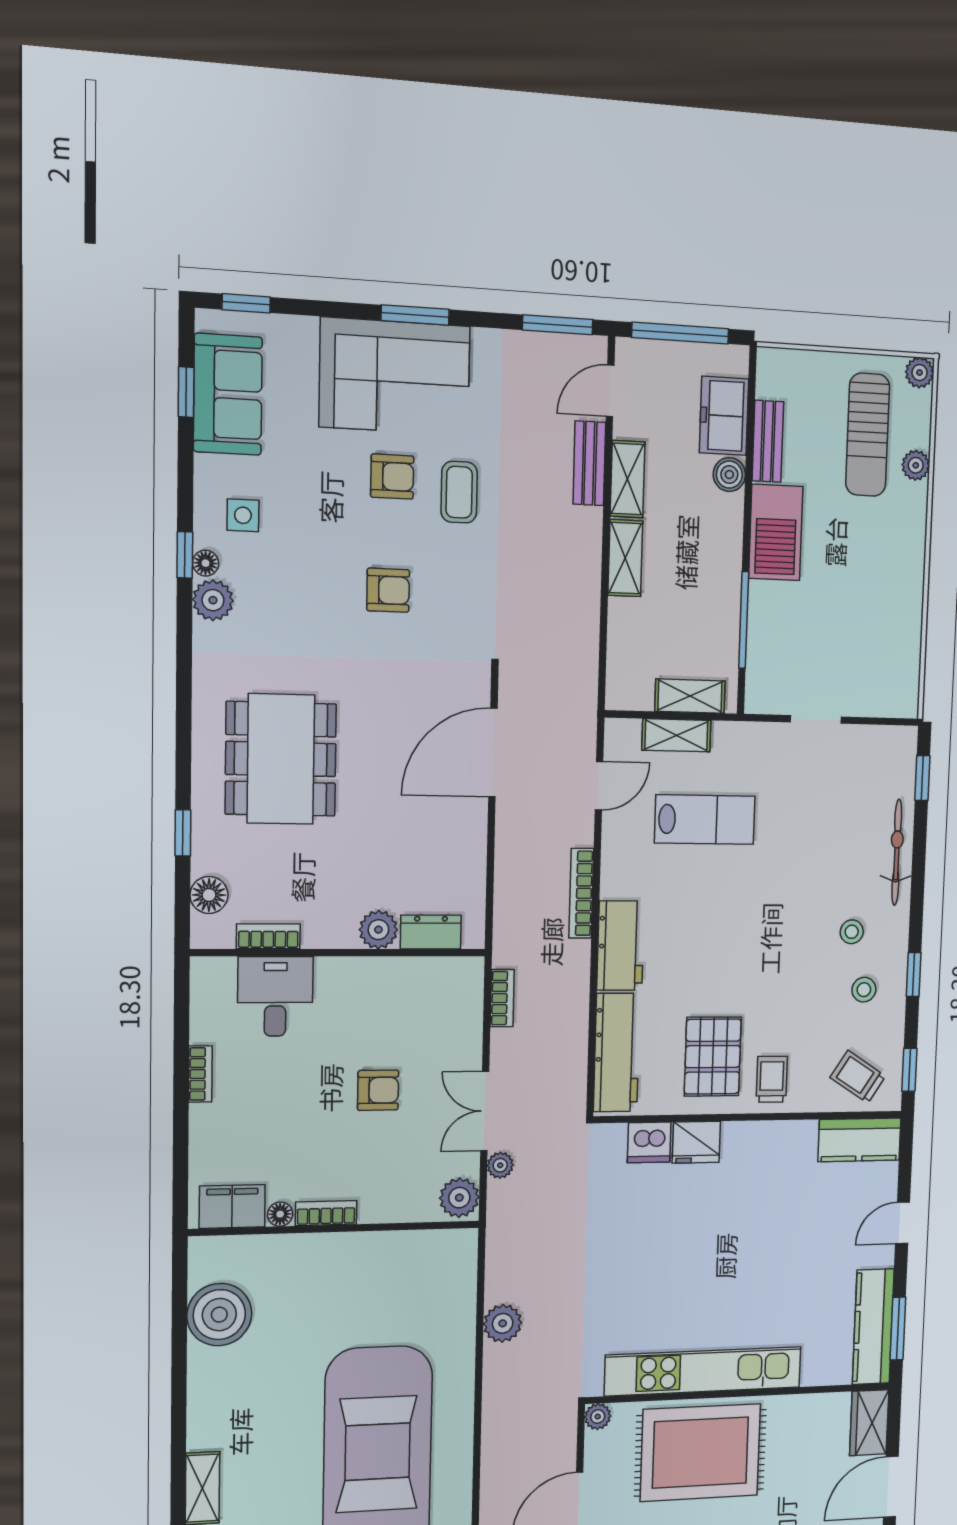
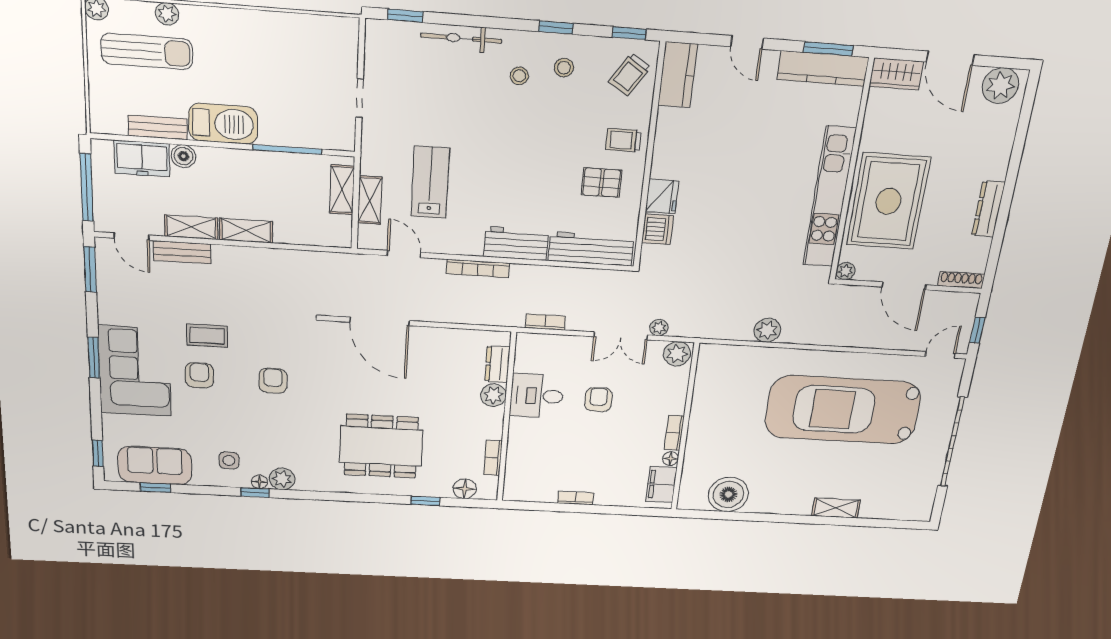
desk: (275, 996) -> (537, 396), moved
pallet: (713, 1057) -> (602, 183), width x0.67, depth x0.71

